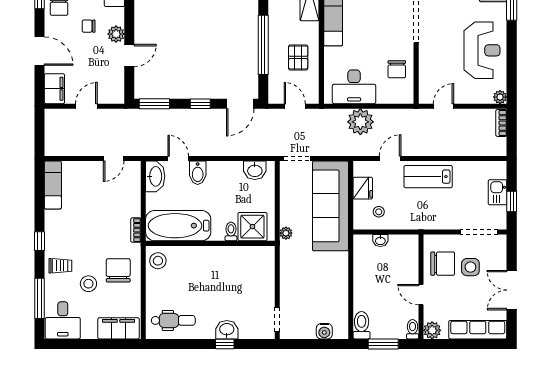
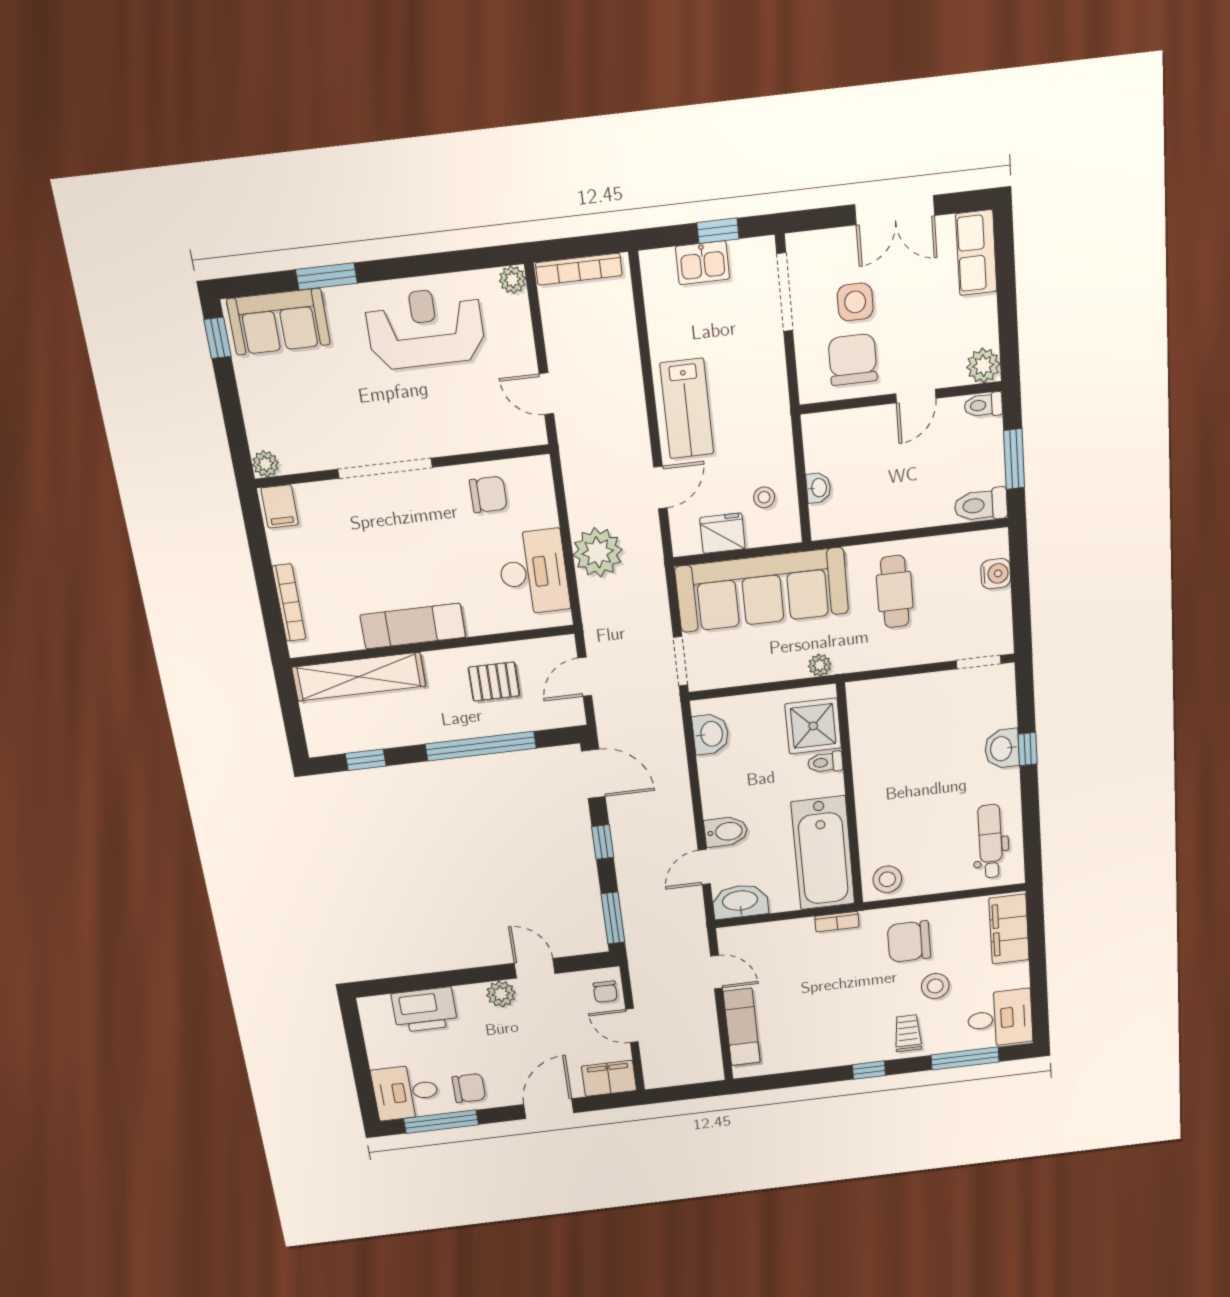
chair: (89, 26) -> (605, 992), moved
bookcase: (501, 123) -> (579, 269), width x1.56
door: (390, 158) -> (660, 488), swing flipped
exam couch: (53, 185) -> (742, 1027), moved, turned 90
cafe table: (321, 277) -> (895, 592), added
row of seats: (478, 330) -> (976, 253), width x0.68

